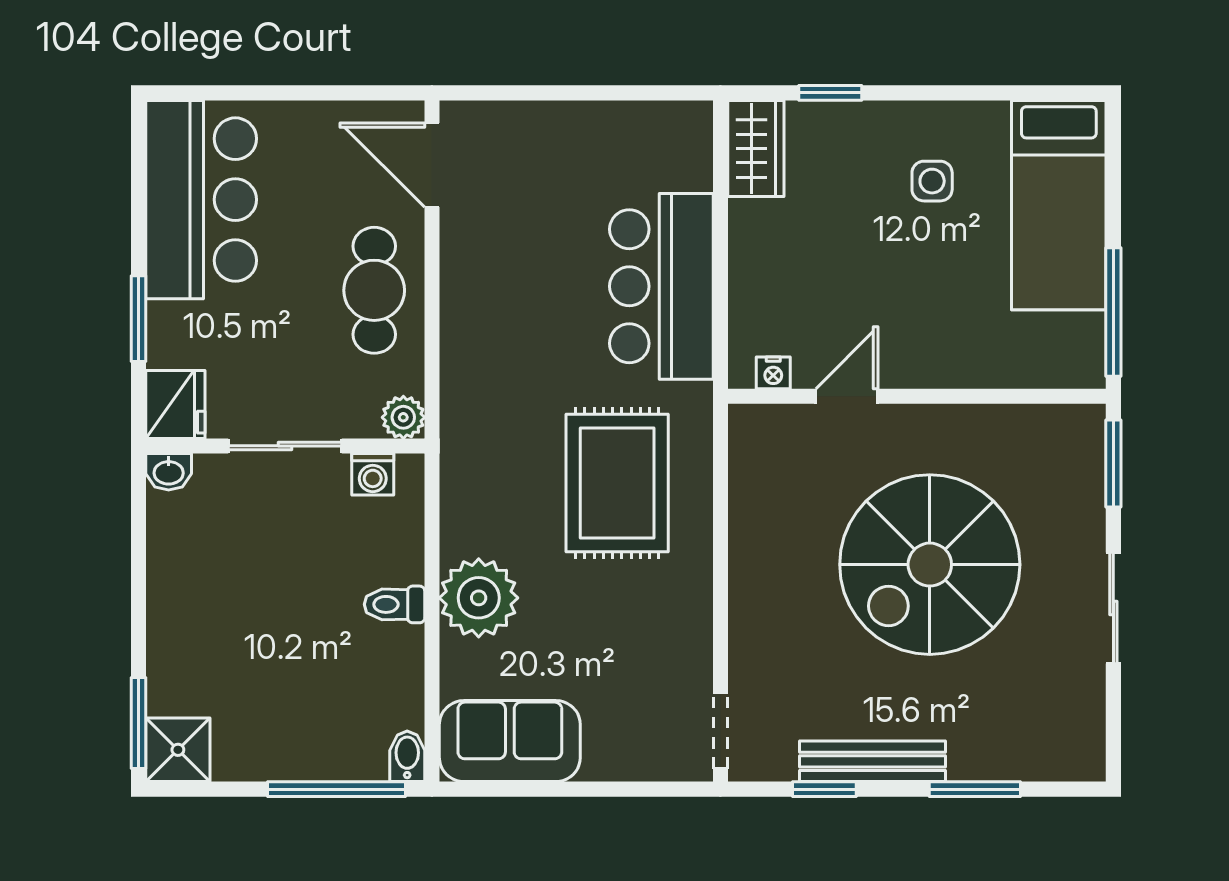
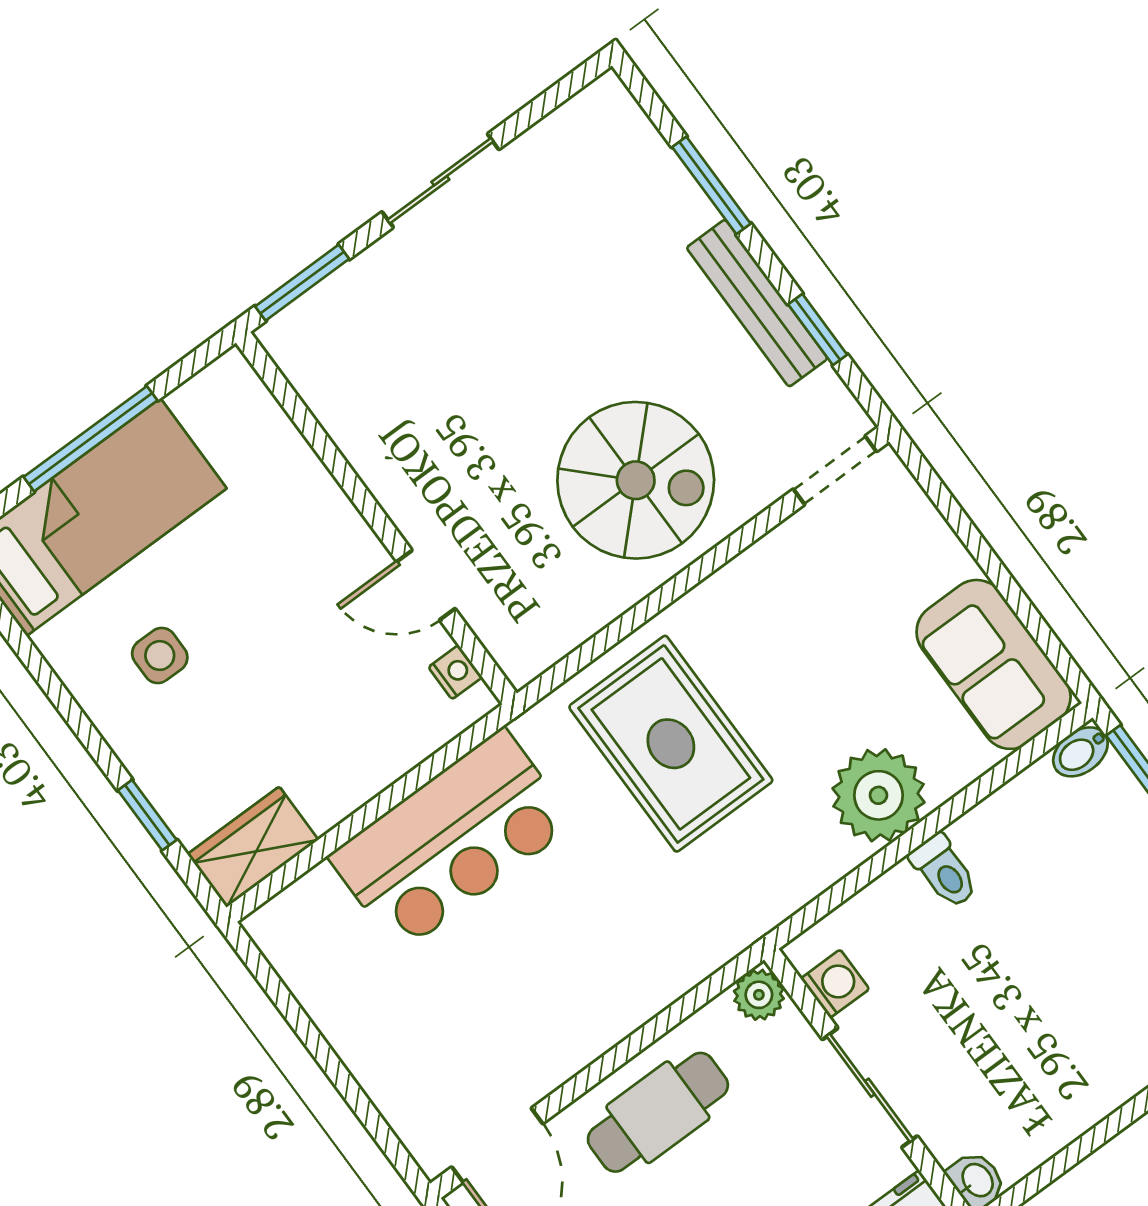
window: (1113, 312) -> (90, 439), moved
rug: (617, 483) -> (671, 744), turned 90
spiral stairs: (930, 565) -> (636, 480), moved, width x0.73, depth x0.73

